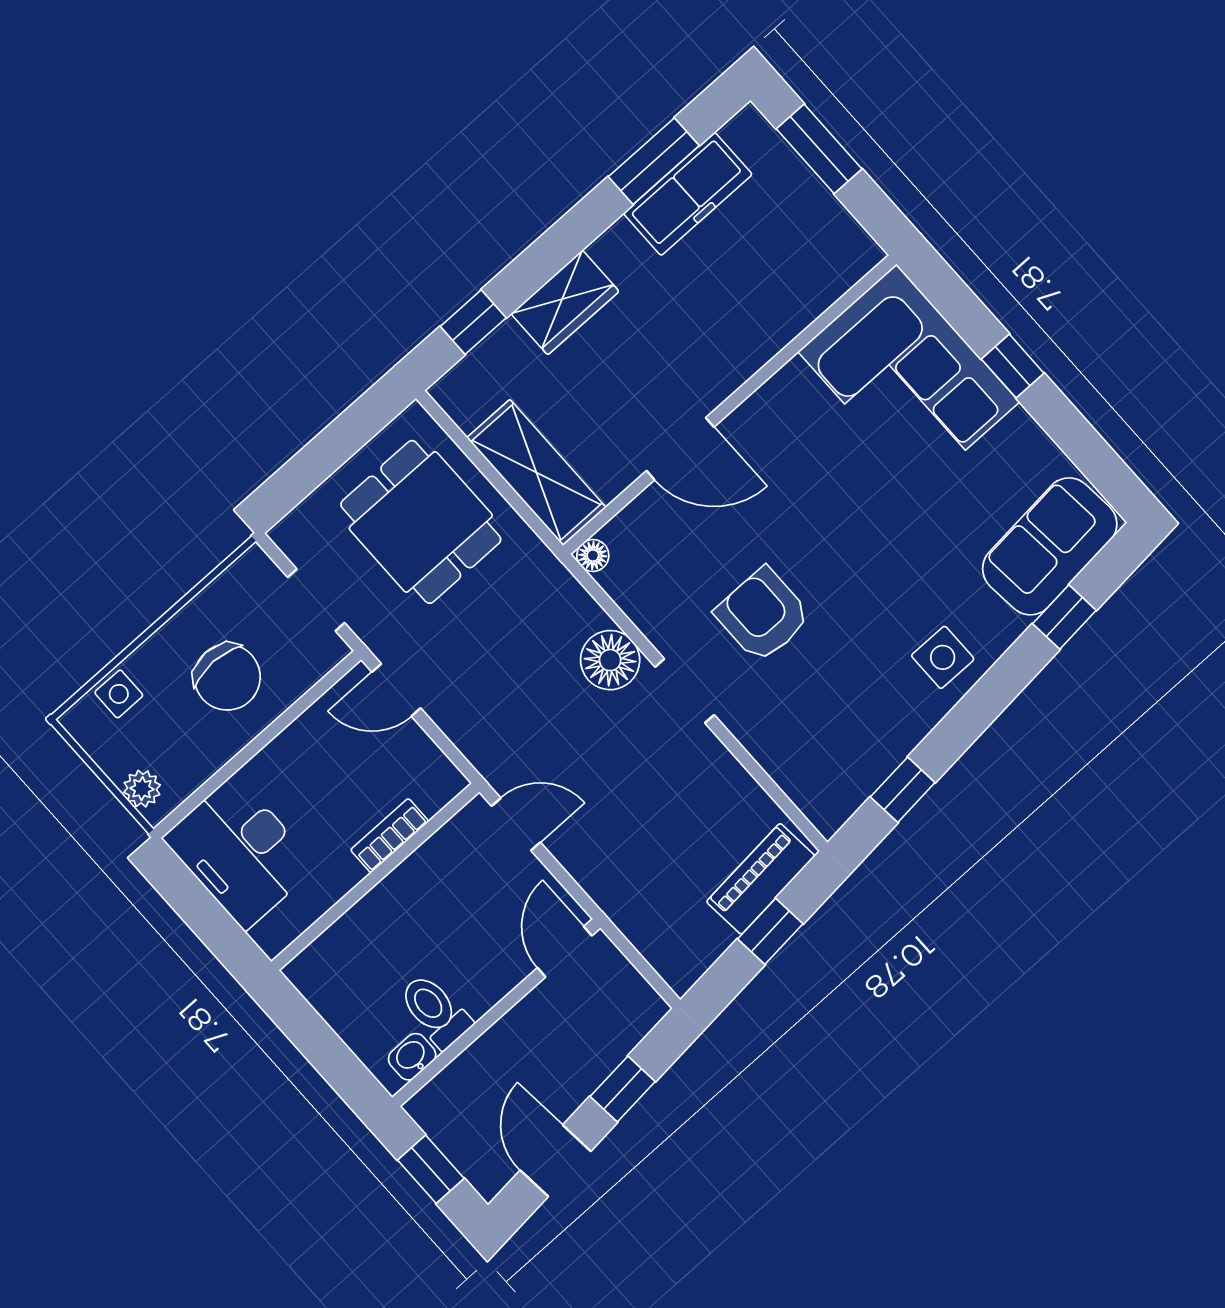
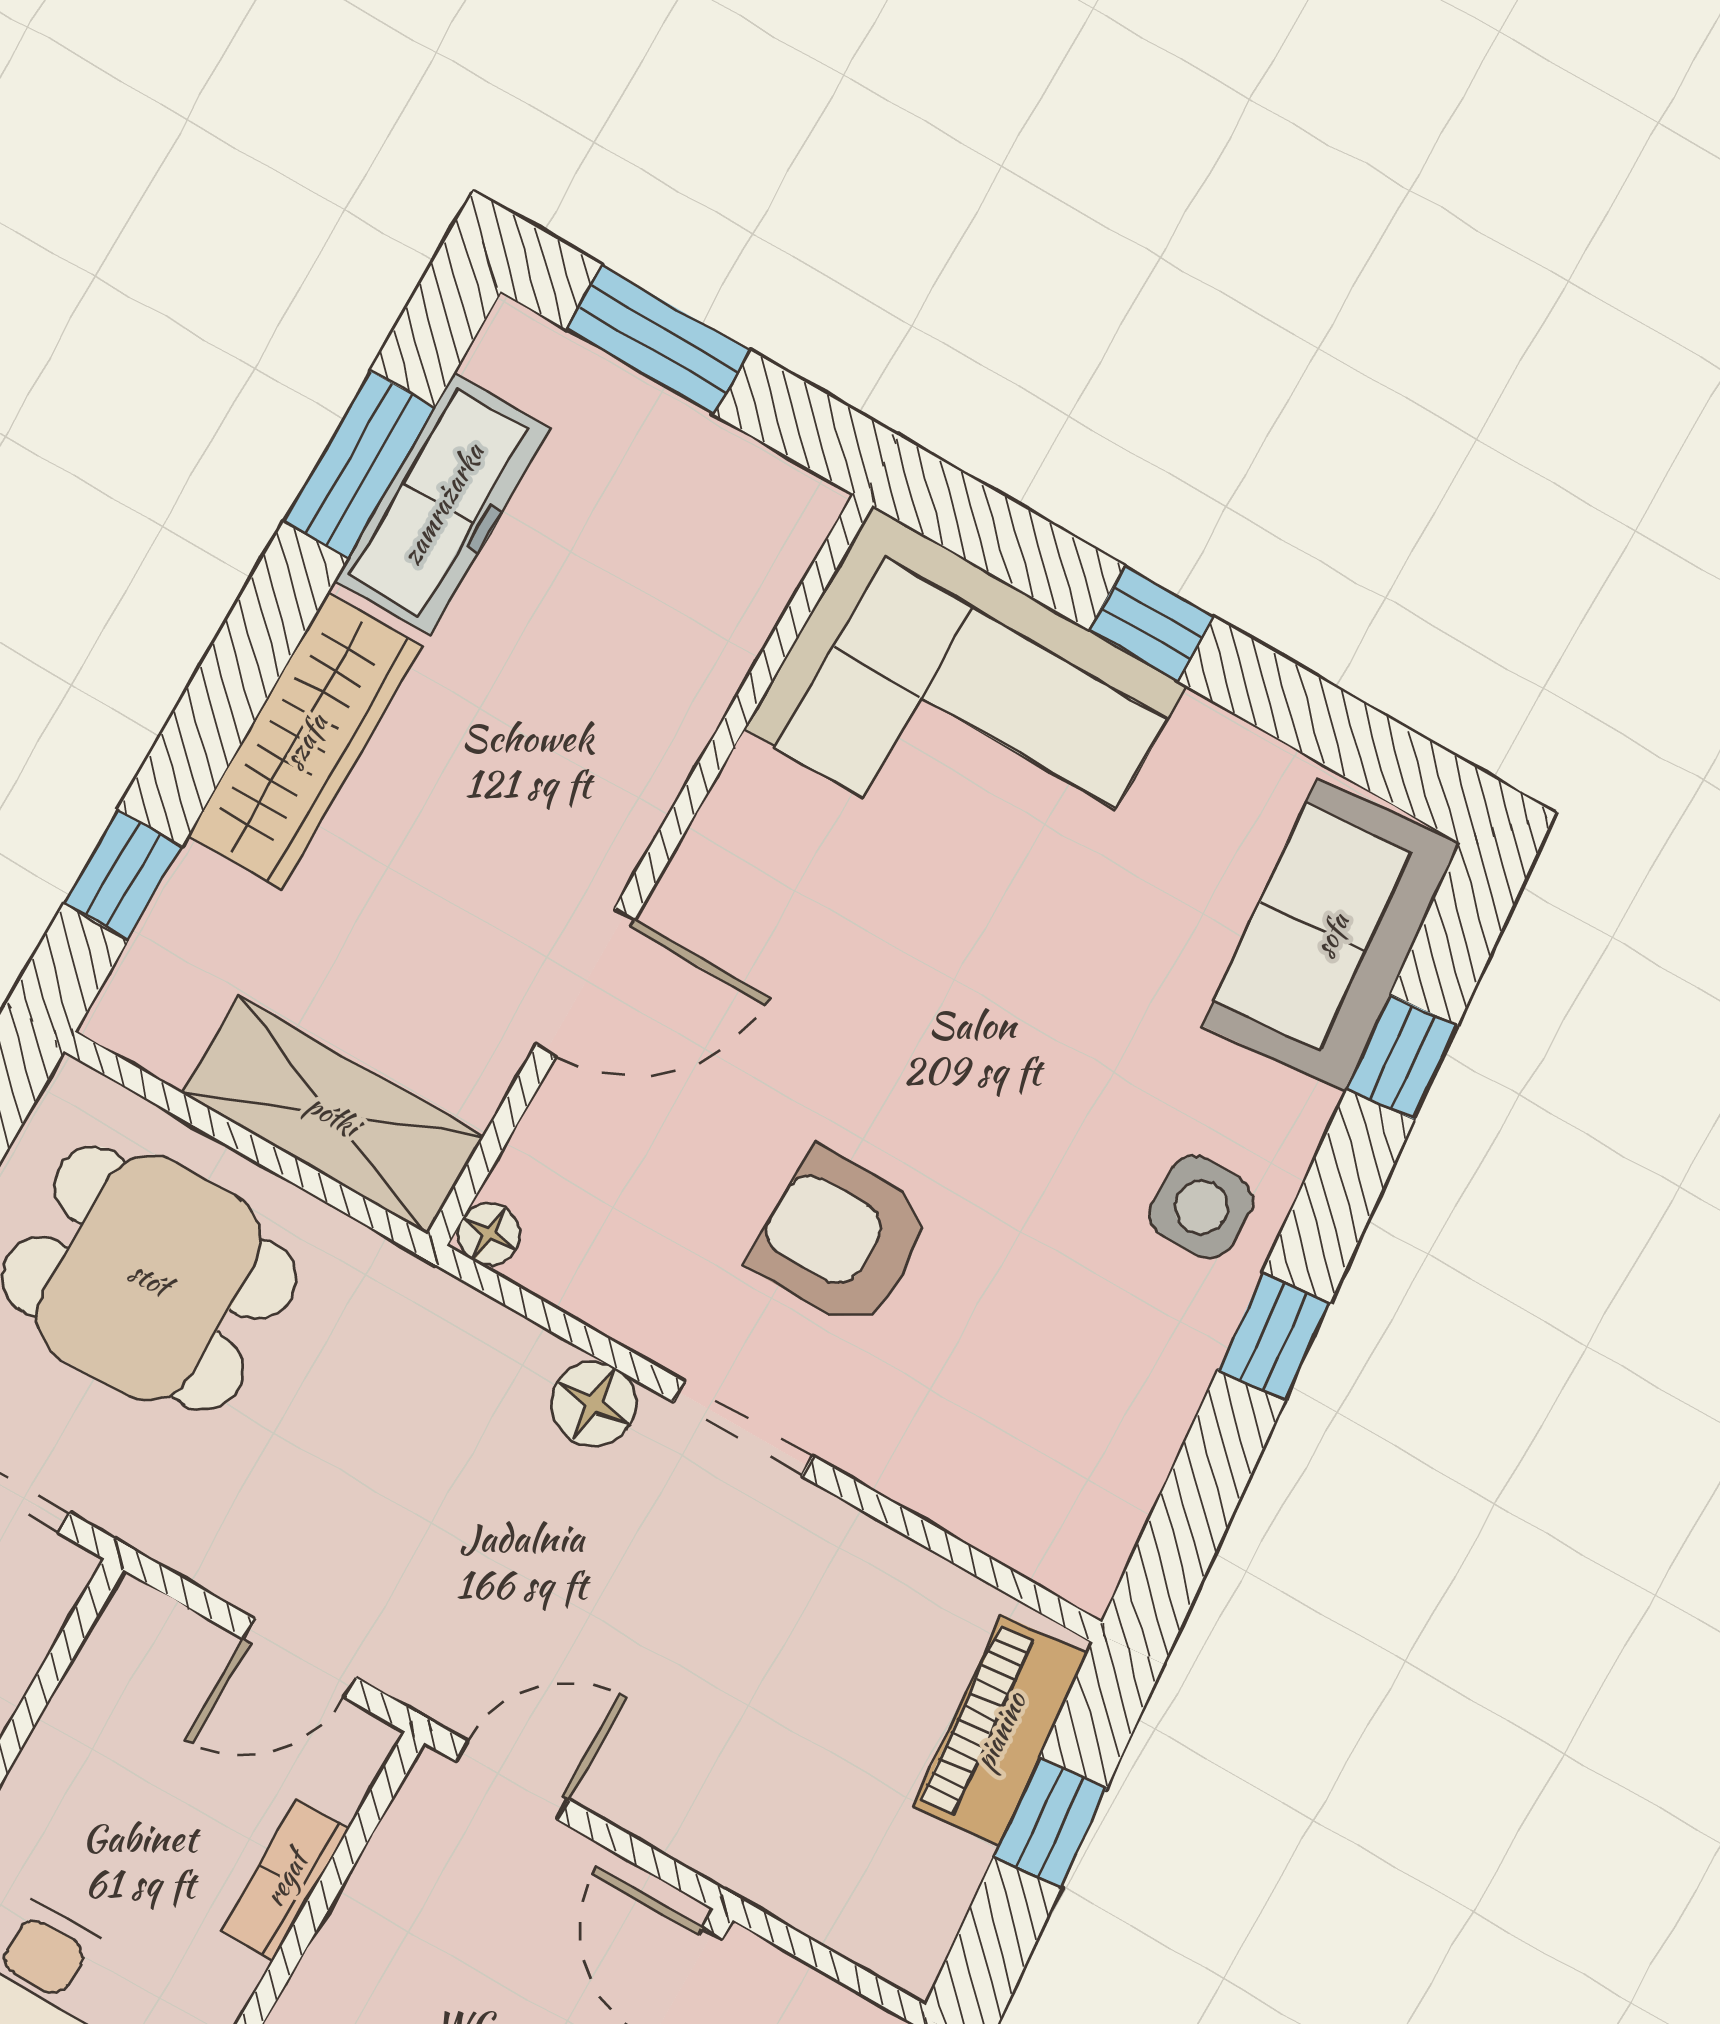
wardrobe: (565, 302) -> (305, 741), width x1.50
floor lamp: (610, 660) -> (594, 1404), width x0.73, depth x0.73
door: (396, 690) -> (299, 1658), moved
window: (903, 790) -> (1274, 1337), moved

